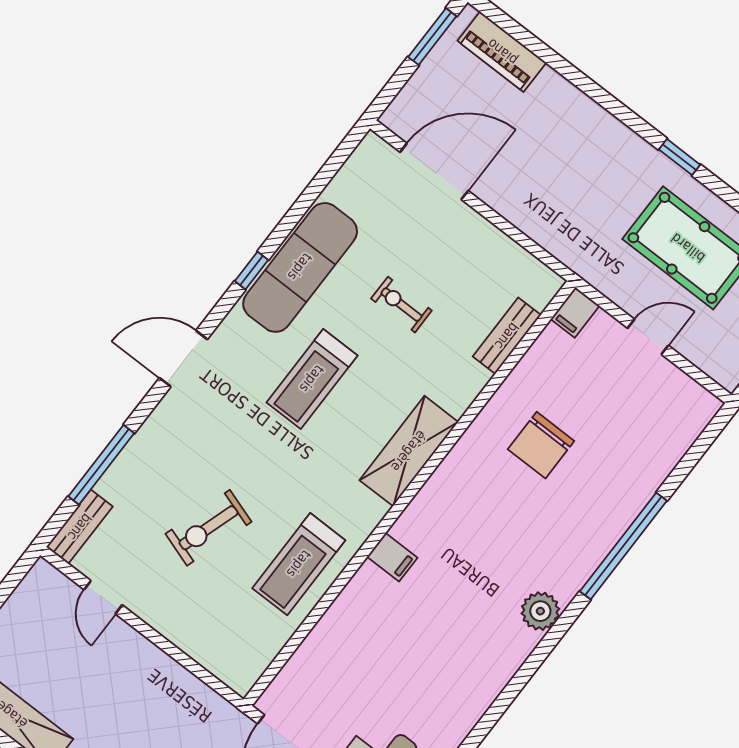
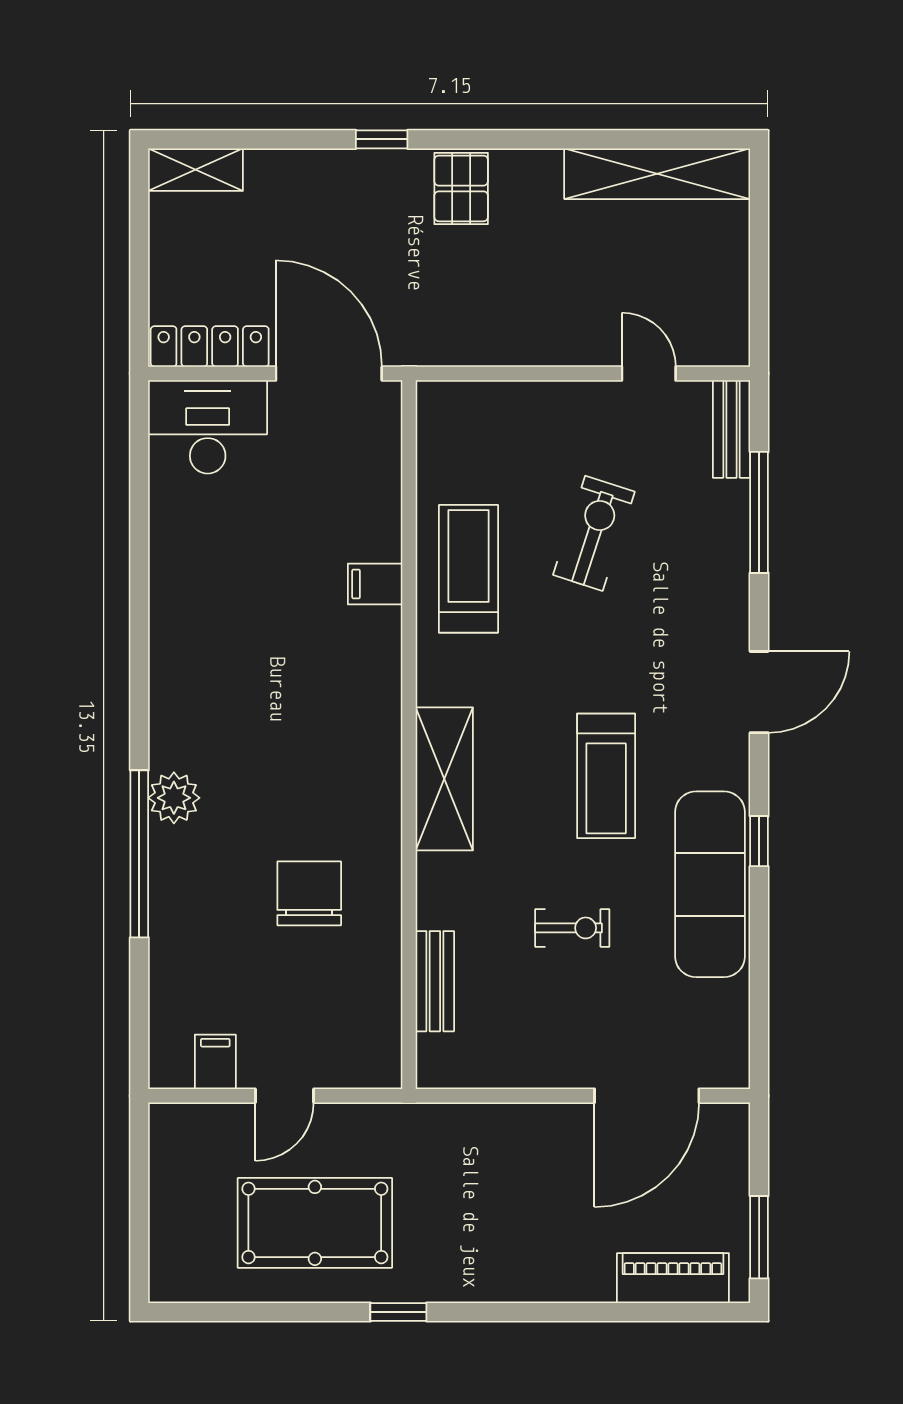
filing cabinet: (575, 312) -> (215, 1062), moved
treadmill: (312, 379) -> (606, 776), turned 180
filing cabinet: (392, 557) -> (375, 584), moved
plant: (540, 611) -> (174, 798), moved

